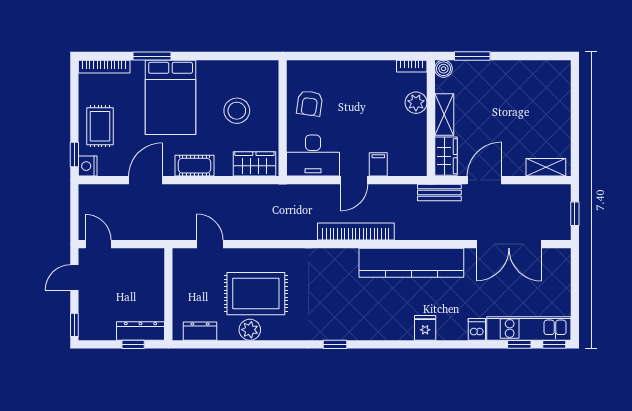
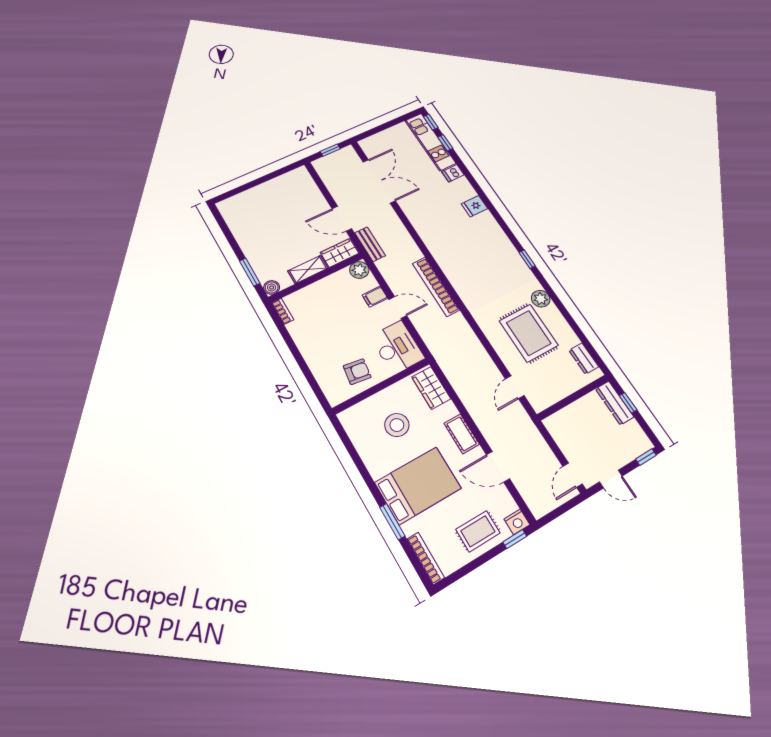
plant: (416, 103) -> (359, 270), moved
shelving: (546, 167) -> (307, 183), removed
kitchen counter: (411, 263) -> (434, 238), removed
plant: (250, 330) -> (541, 299), moved

